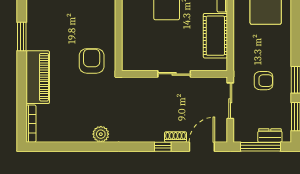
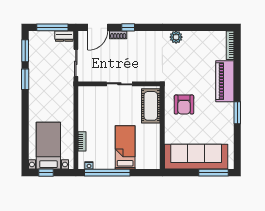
cot: (215, 36) -> (151, 106), moved
armchair: (92, 61) -> (184, 105), moved
armchair: (263, 81) -> (50, 79), removed
dresser: (270, 135) -> (64, 36), moved

